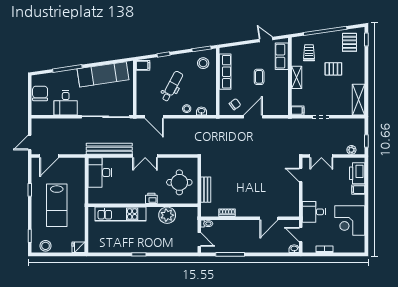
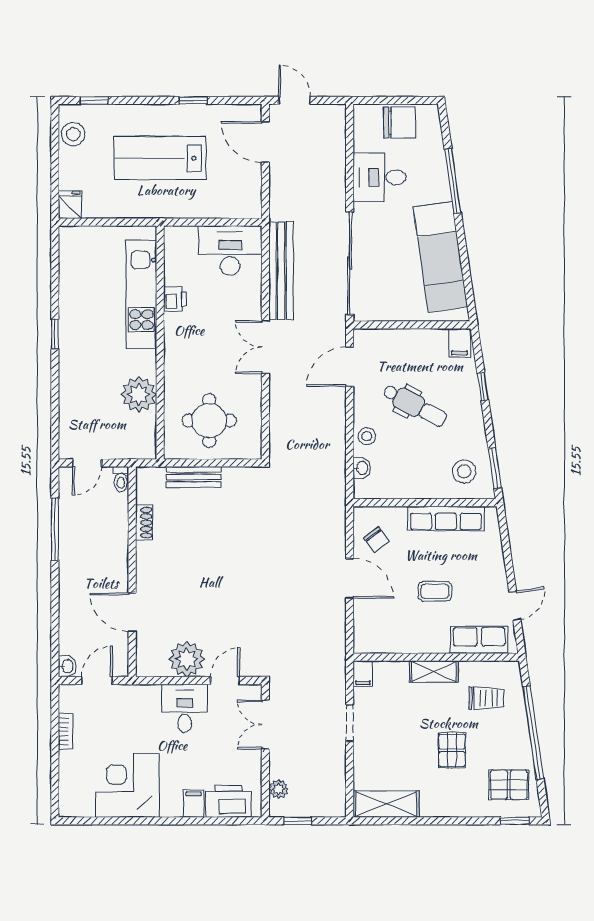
plant: (291, 193) -> (187, 659), added
printer: (151, 198) -> (175, 299), moved
desk: (314, 212) -> (185, 708), moved

